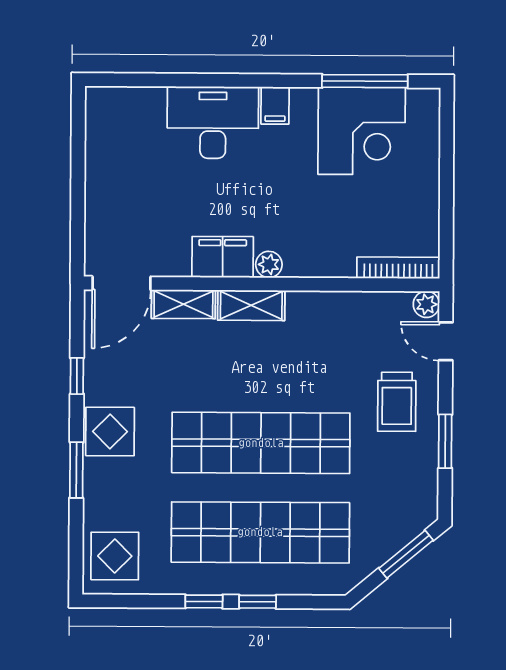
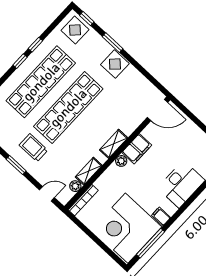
filing cabinet: (275, 106) -> (161, 216), moved
corner desk: (362, 131) -> (127, 228), width x1.36, depth x1.36
door: (121, 283) -> (158, 110), swing flipped
shelving: (183, 304) -> (89, 171), moved
plant: (426, 304) -> (75, 186), moved
window: (77, 376) -> (87, 19), moved
trolley: (397, 402) -> (33, 148), moved

